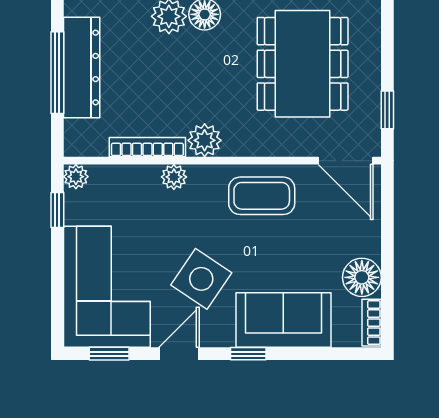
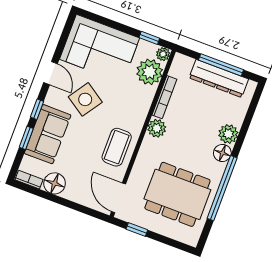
door: (346, 161) -> (119, 198), hinge flipped
plant: (174, 177) -> (150, 72), moved, width x1.88, depth x1.88
window: (109, 354) -> (26, 138), moved

